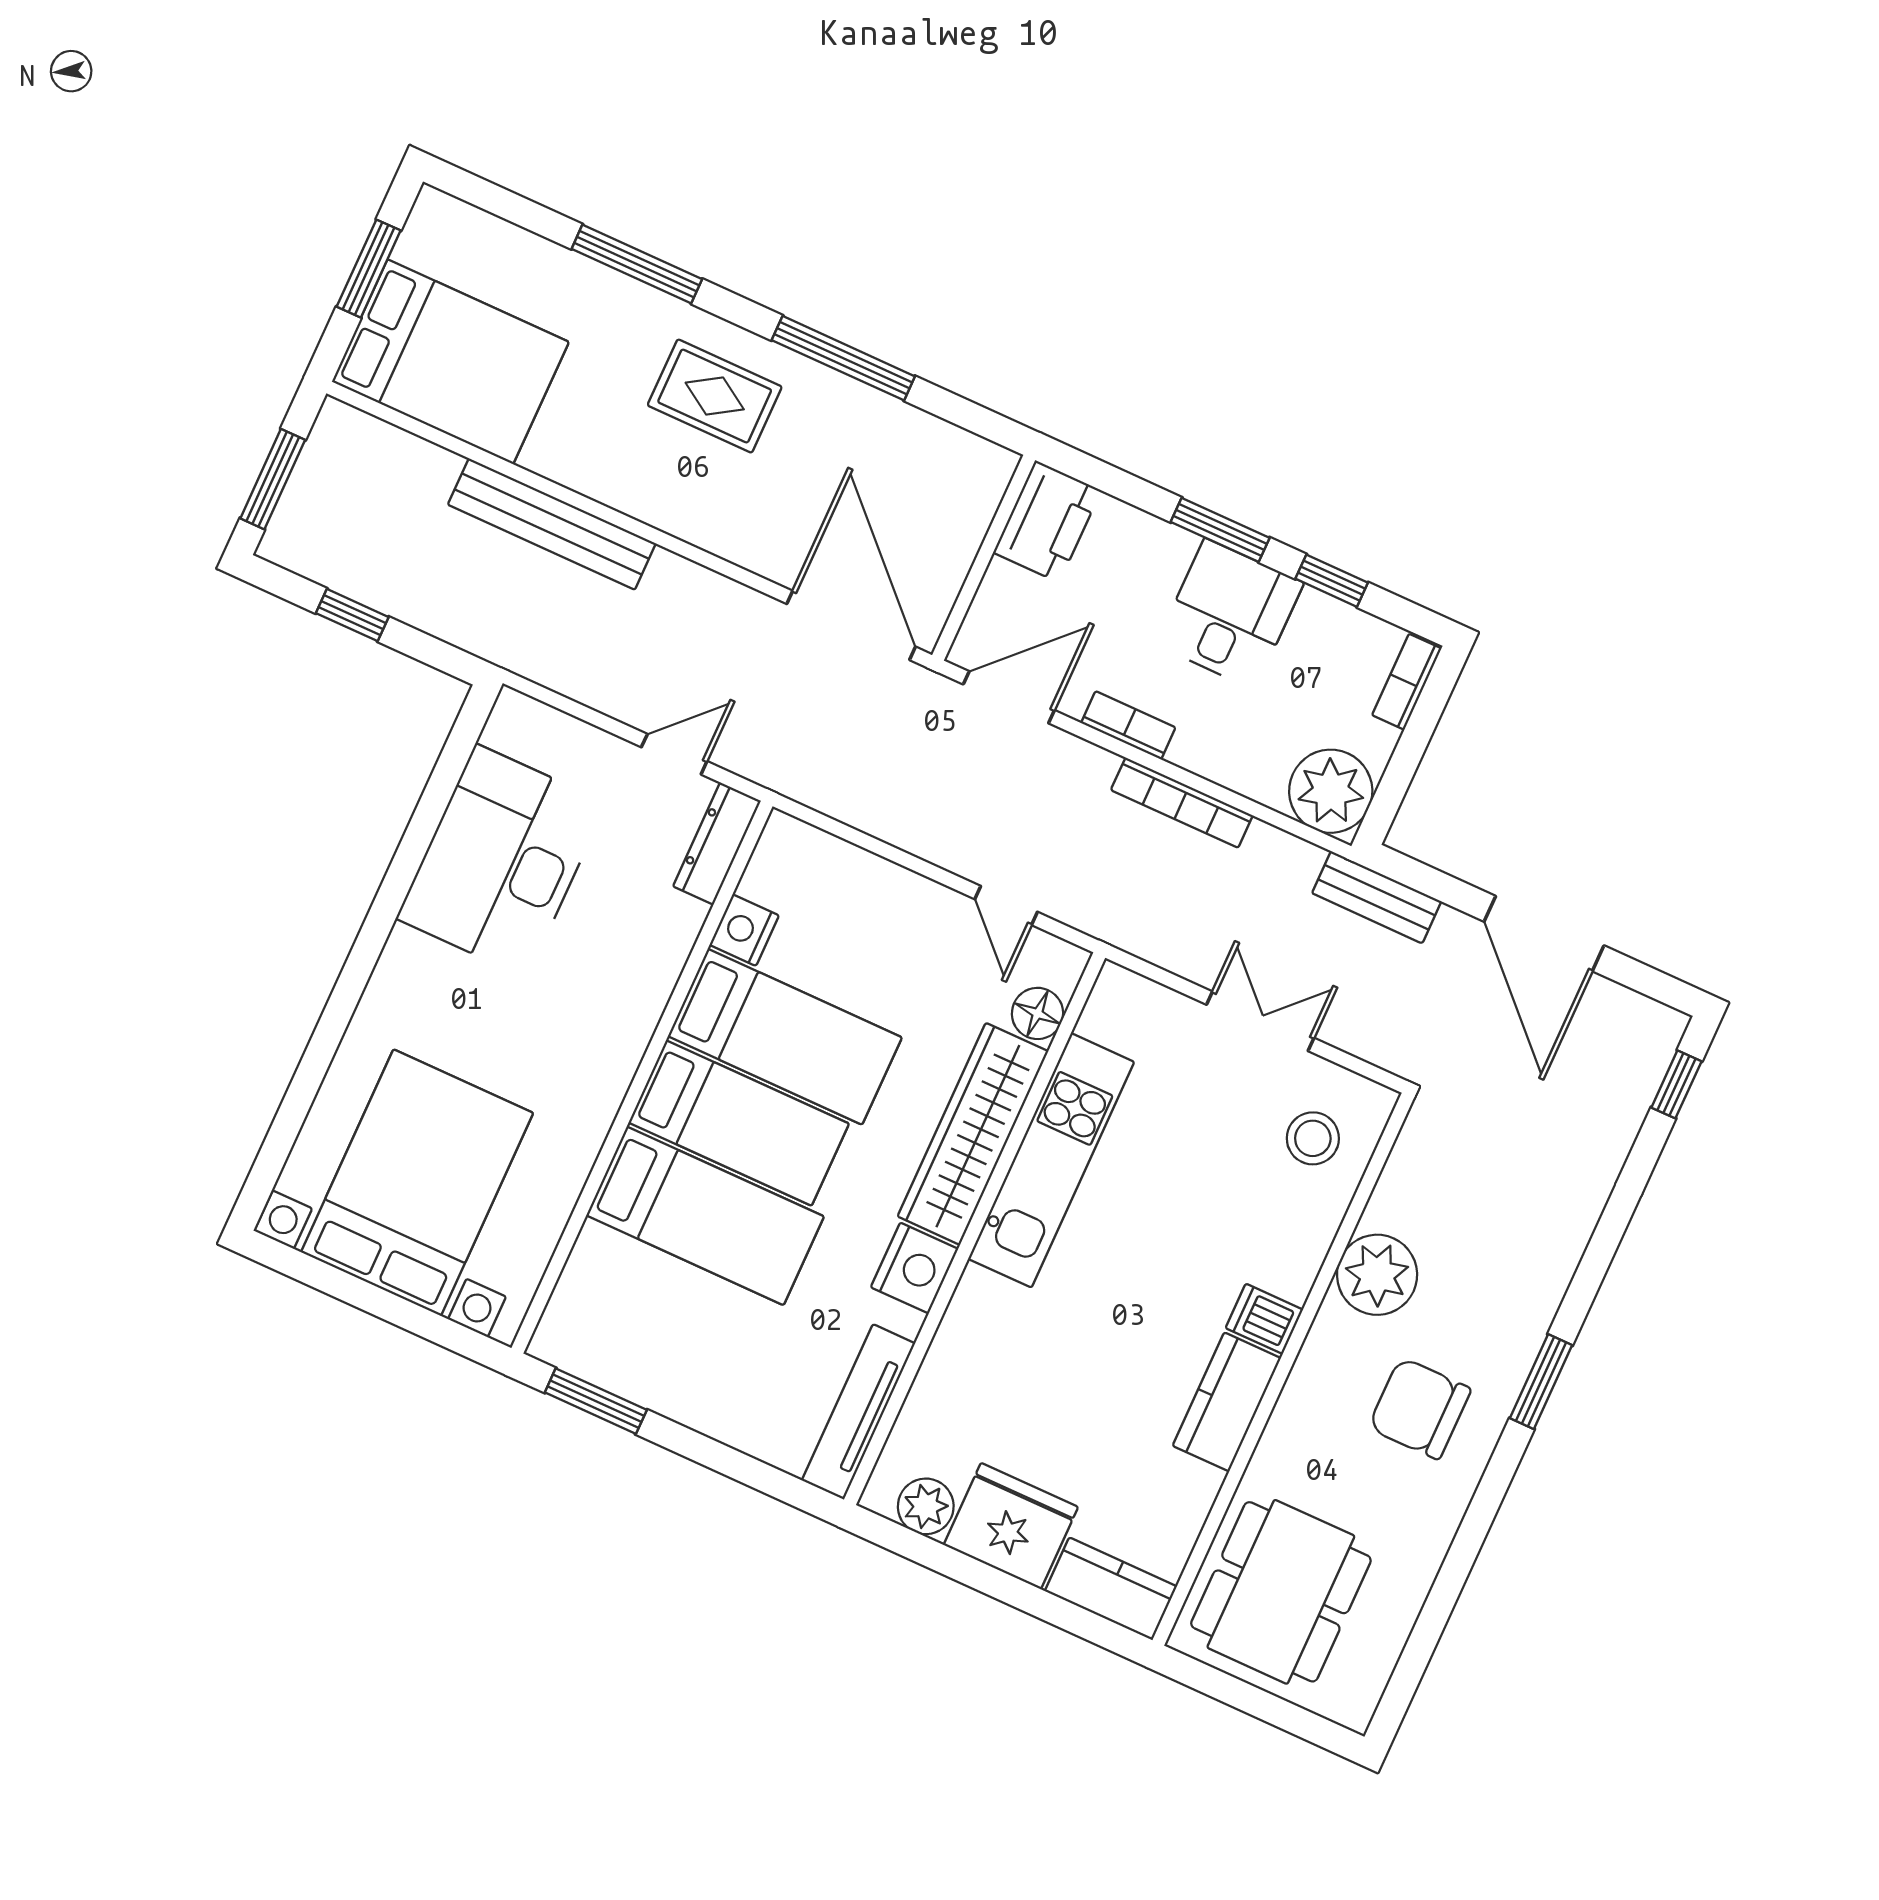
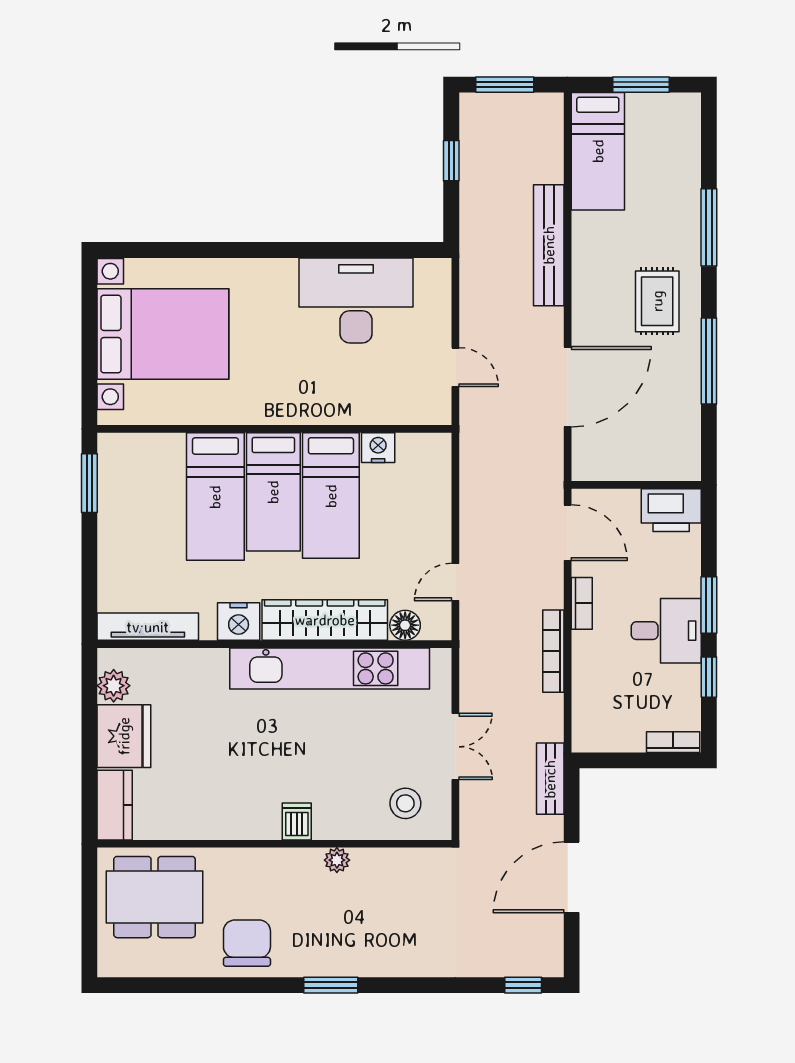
bed: (450, 362) -> (598, 151), width x0.67
door: (851, 625) -> (568, 387), moved
plant: (1331, 791) -> (596, 728), removed
dresser: (717, 844) -> (418, 412), removed
kitchen unit: (1051, 1160) -> (330, 668), width x1.36
plant: (1377, 1275) -> (337, 860), width x0.53, depth x0.53
kitchen counter: (1227, 1402) -> (243, 822), removed
chair: (1419, 1408) -> (247, 943), moved

